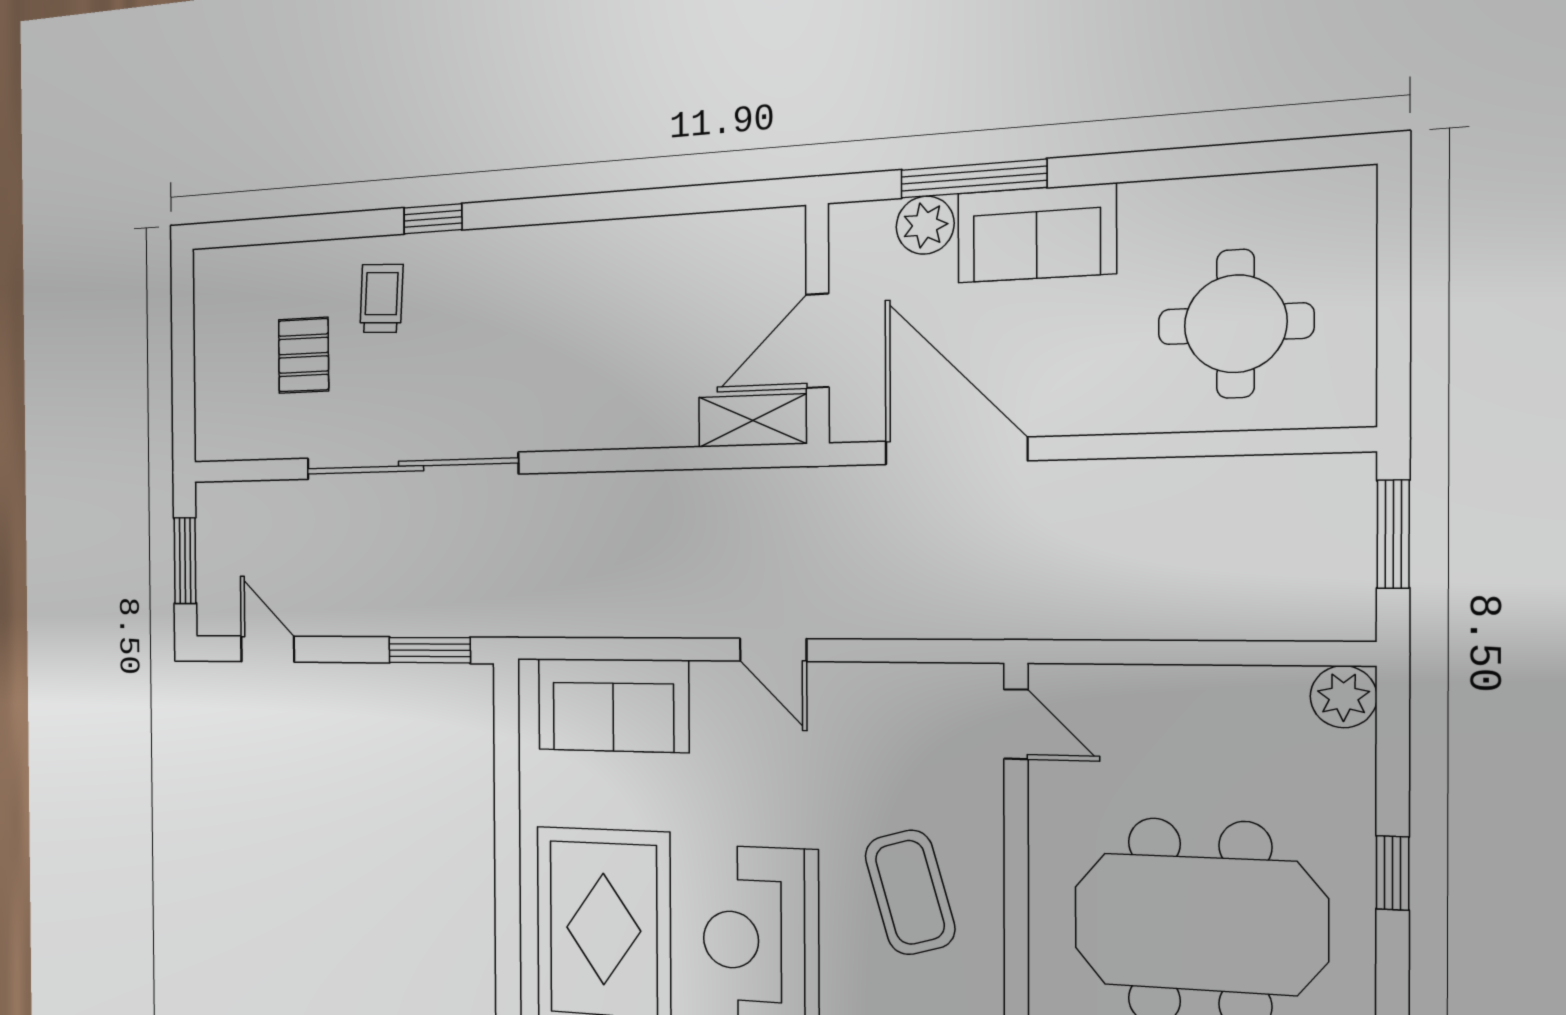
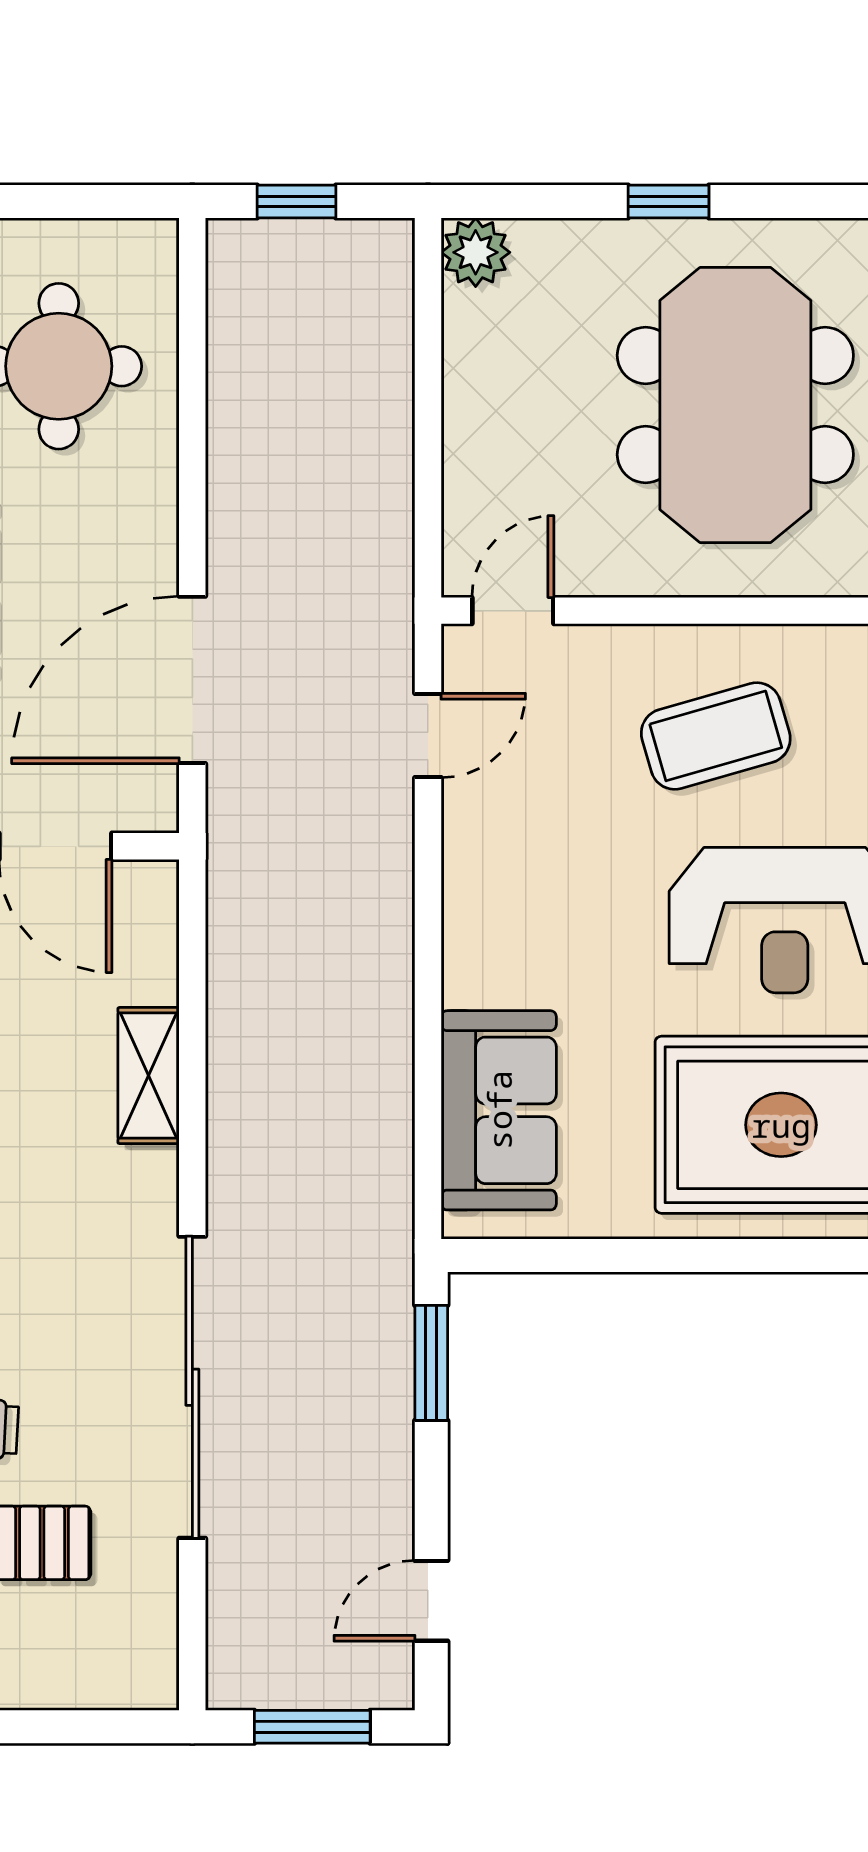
shelving: (753, 421) -> (149, 1076), moved
window: (1393, 534) -> (297, 201), width x0.67
door: (773, 650) -> (428, 735), moved

